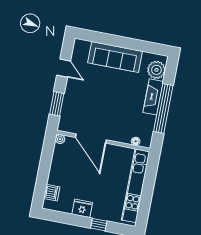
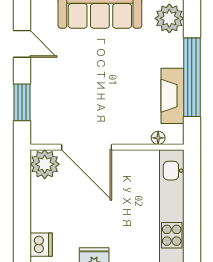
fireplace: (153, 97) -> (172, 96), moved
plant: (60, 139) -> (45, 164), width x1.88, depth x1.88

